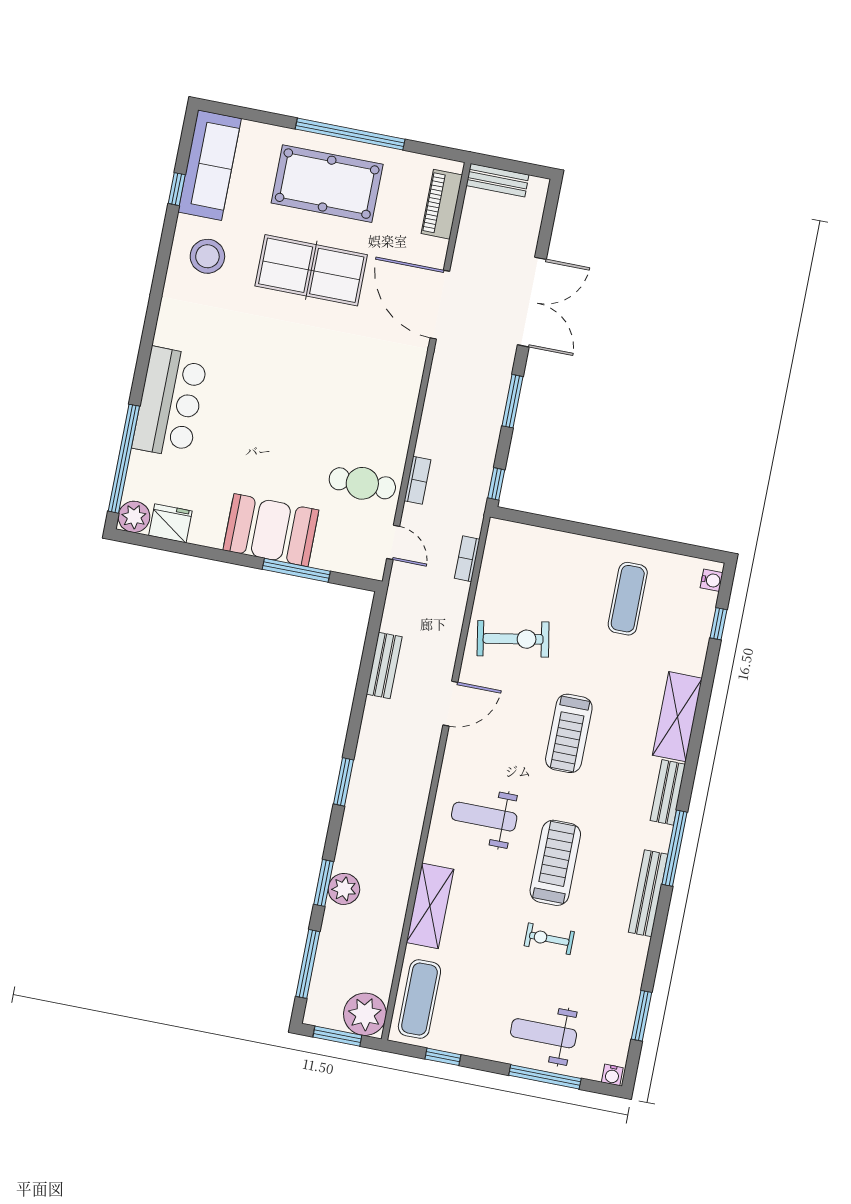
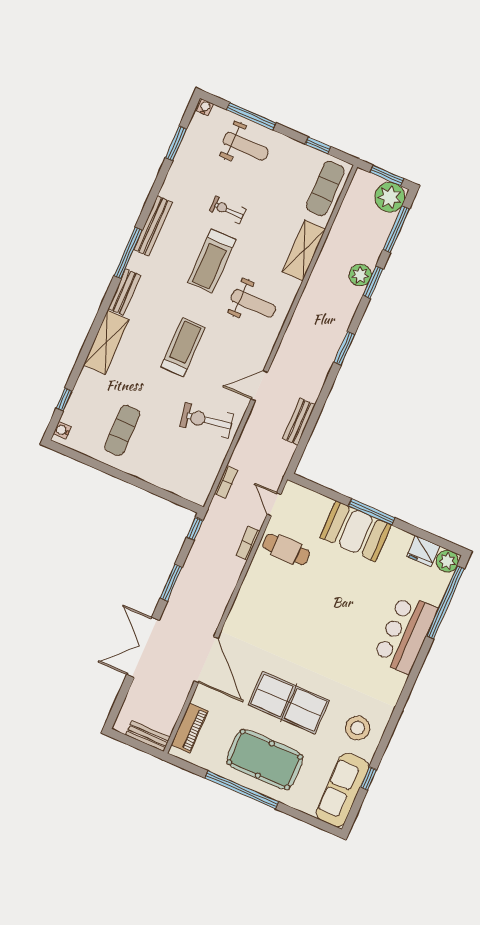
window: (296, 570) -> (372, 512), moved
exercise bike: (549, 939) -> (227, 210), turned 180
plant: (365, 1014) -> (390, 197), moved

